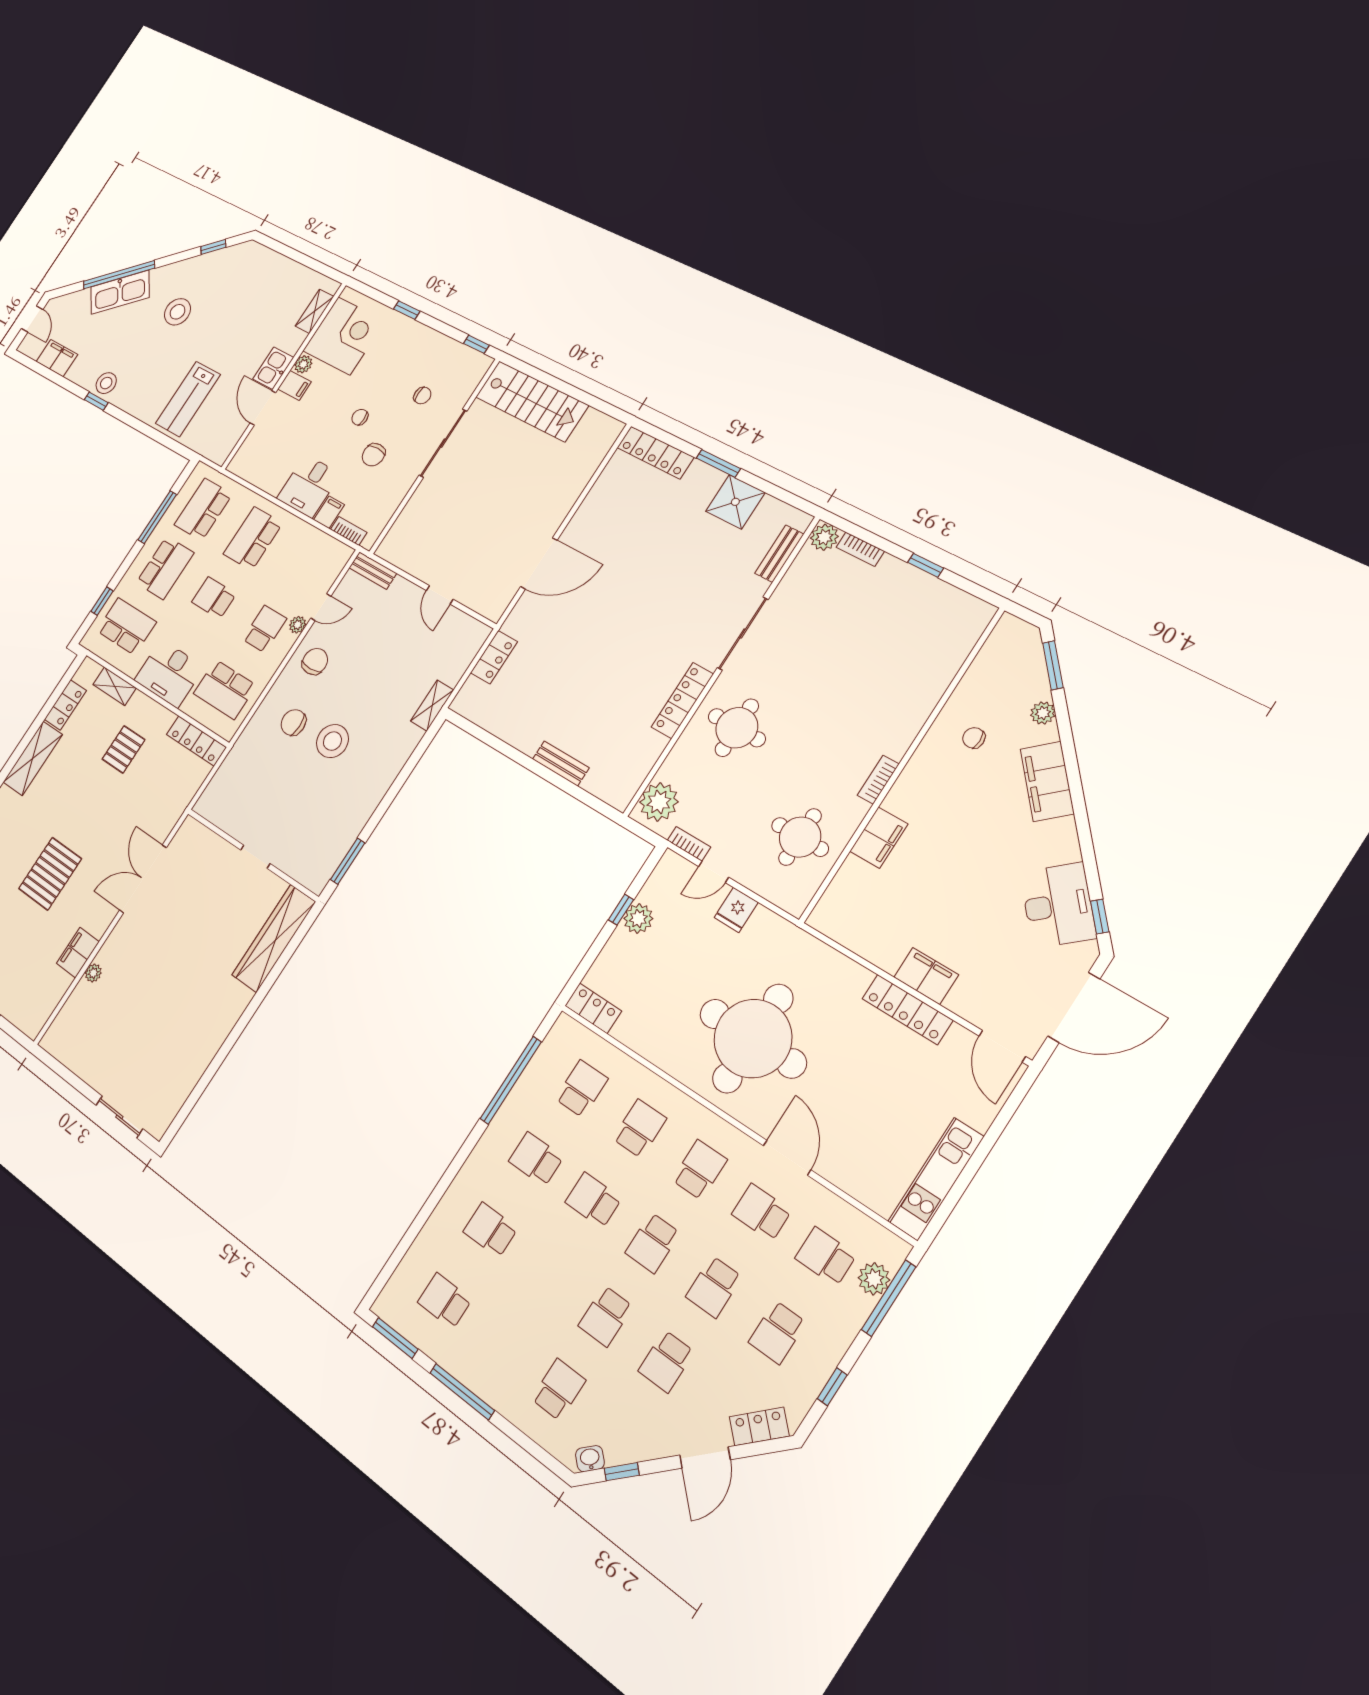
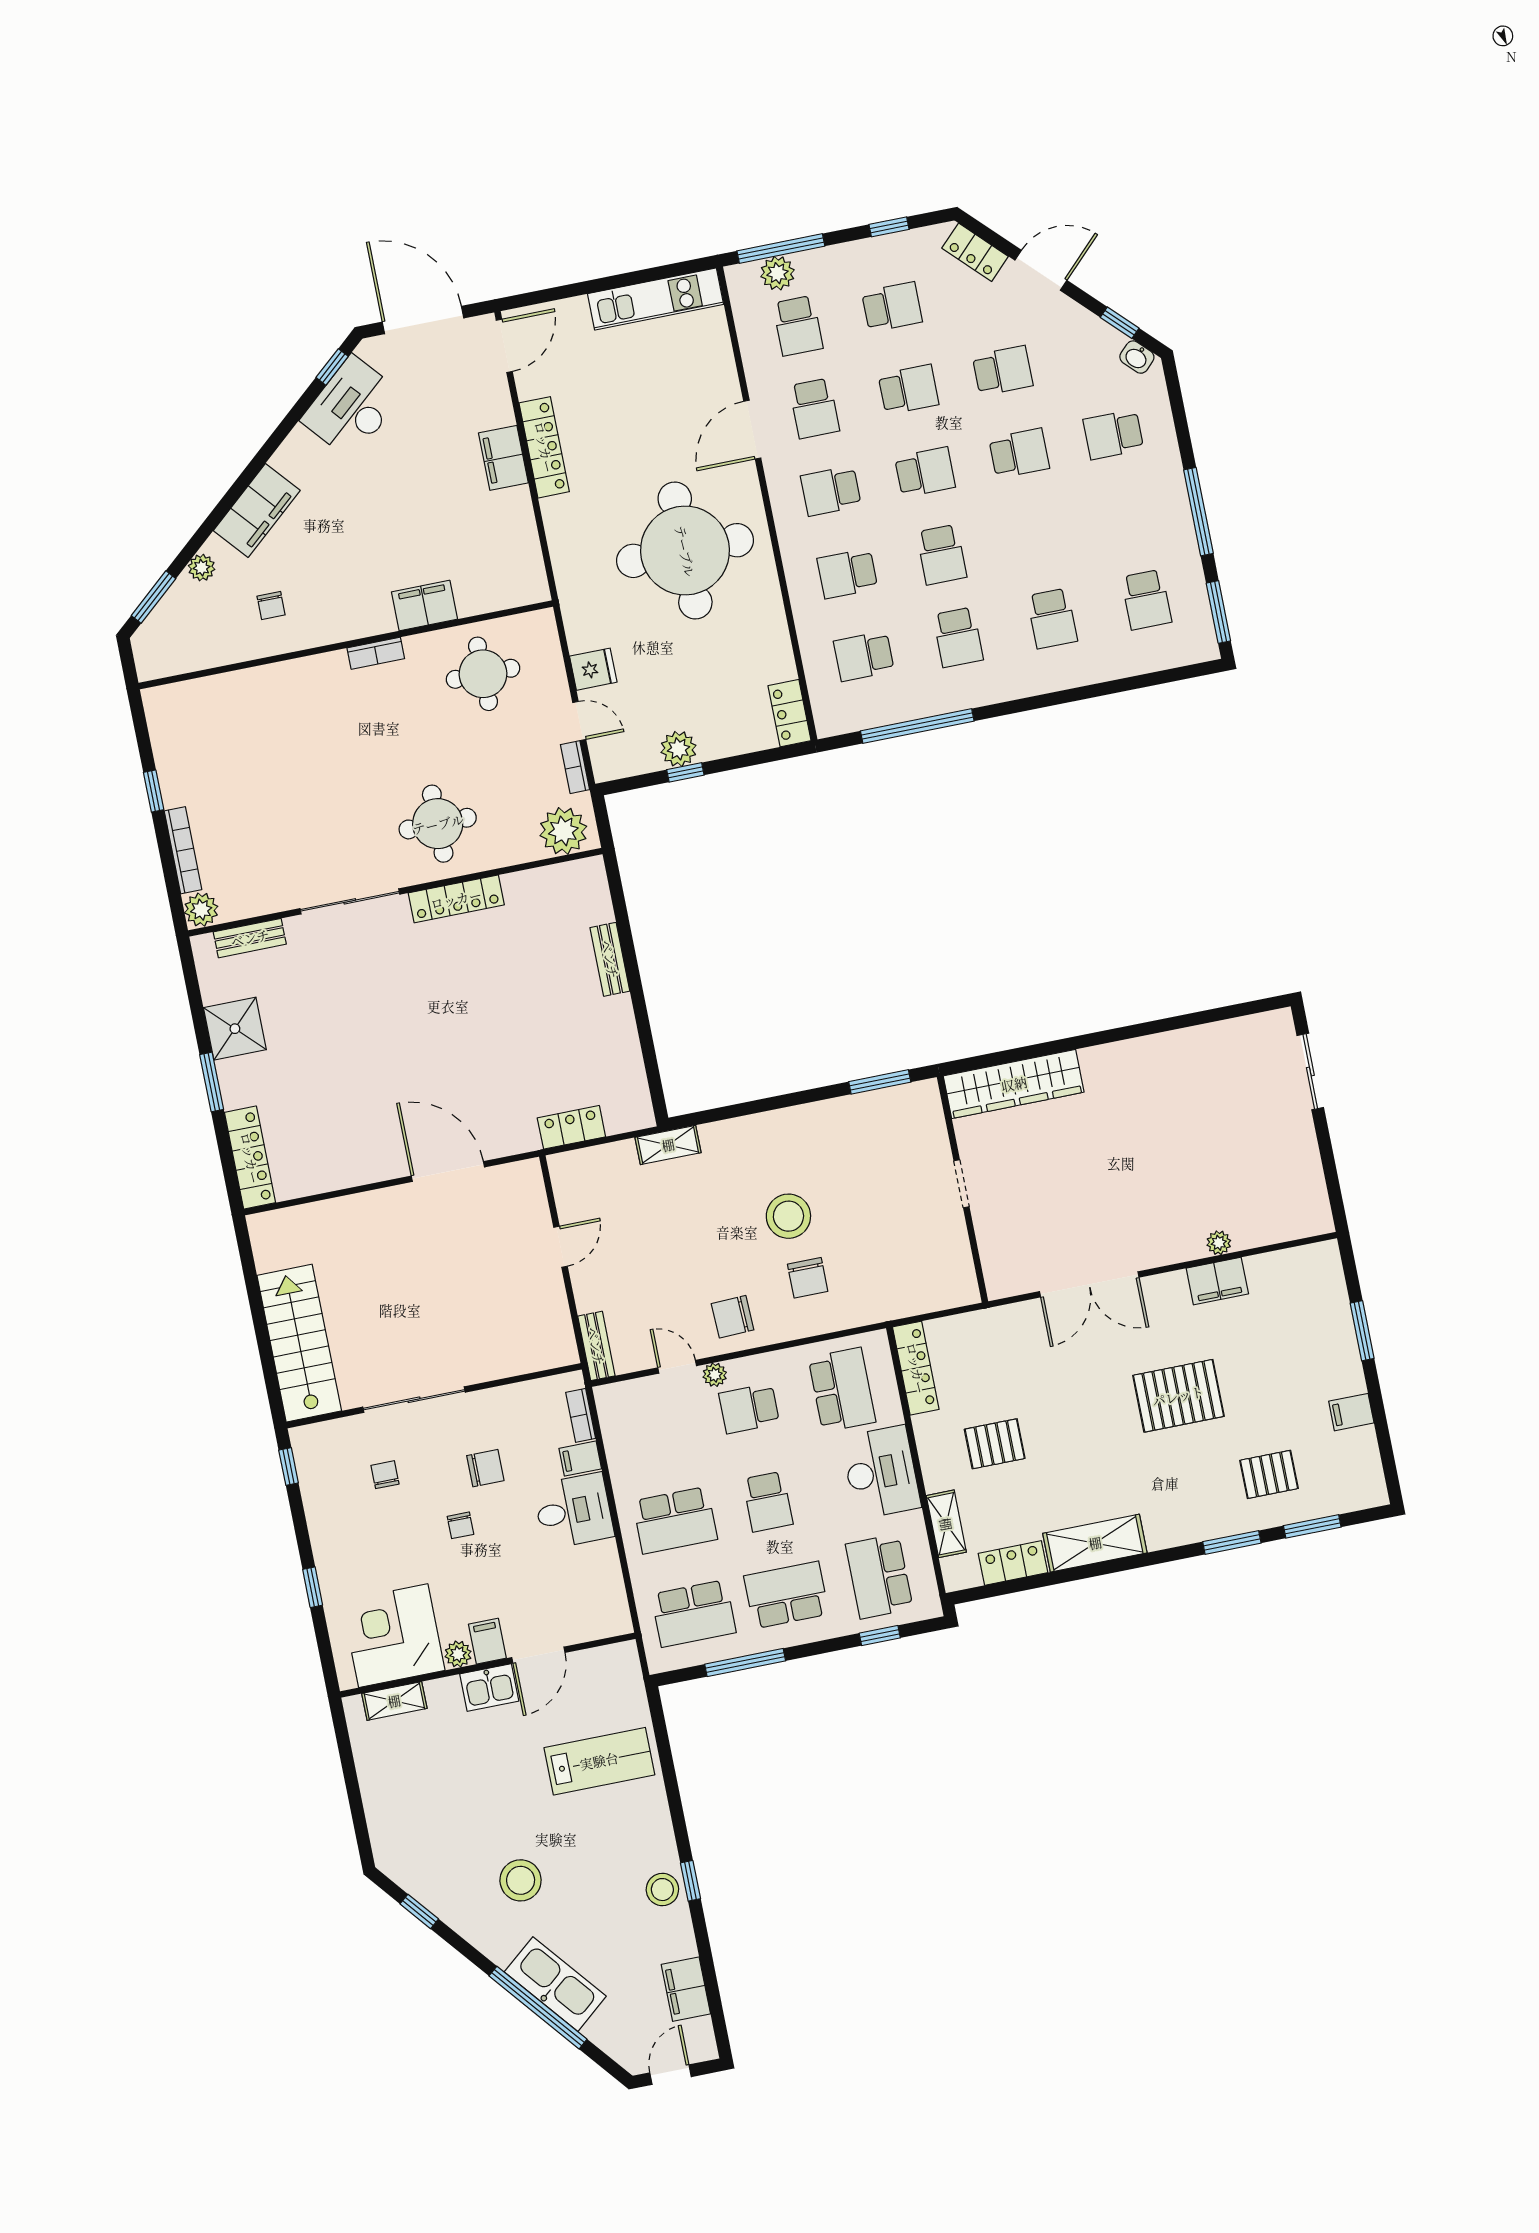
bookcase: (860, 549) -> (183, 850), width x1.56

